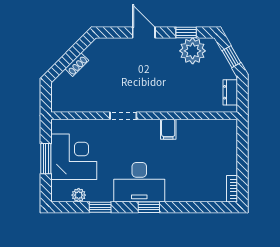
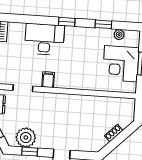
doorway: (123, 116) -> (23, 88), moved
desk: (139, 182) -> (44, 39), moved

